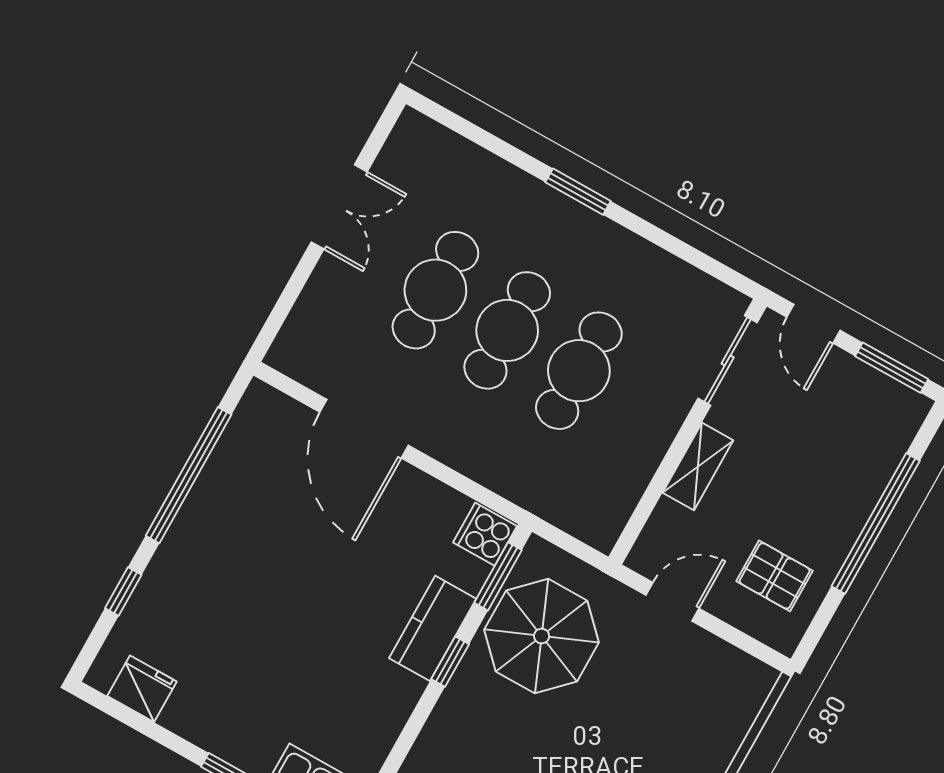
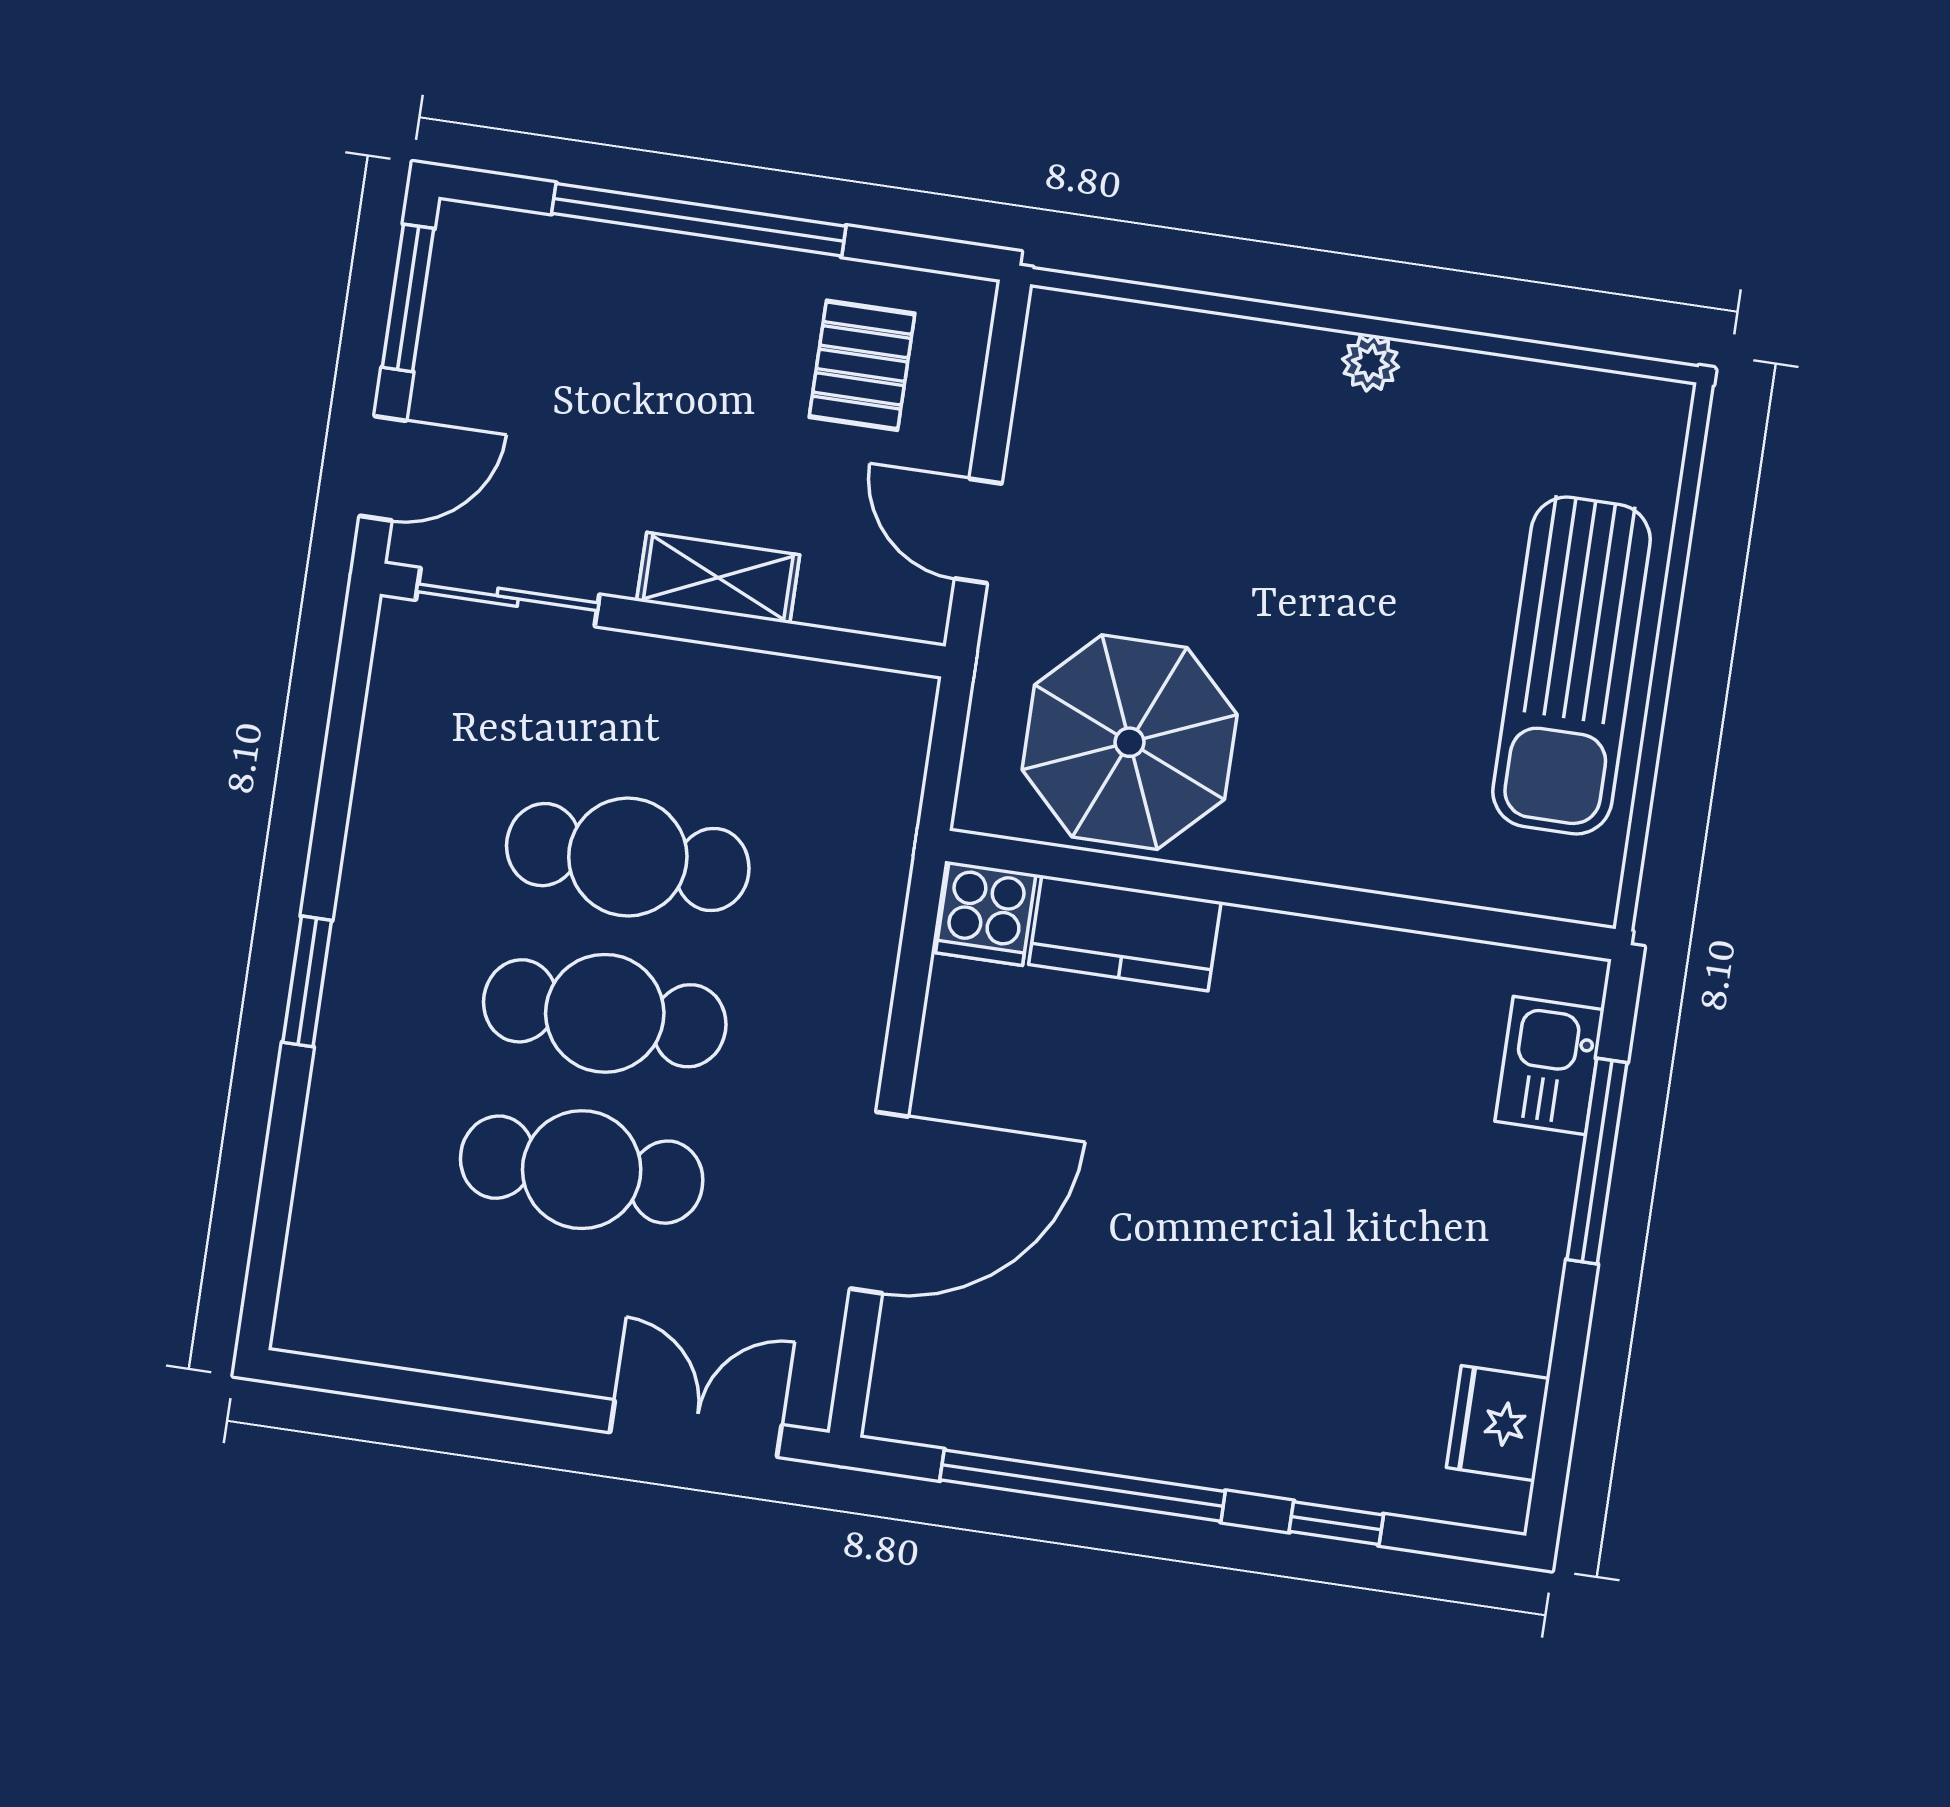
double door: (339, 207) -> (696, 1429), moved
window: (498, 576) -> (1052, 861), removed
kitchen counter: (433, 628) -> (1125, 933), moved
window: (450, 662) -> (1238, 889), removed

